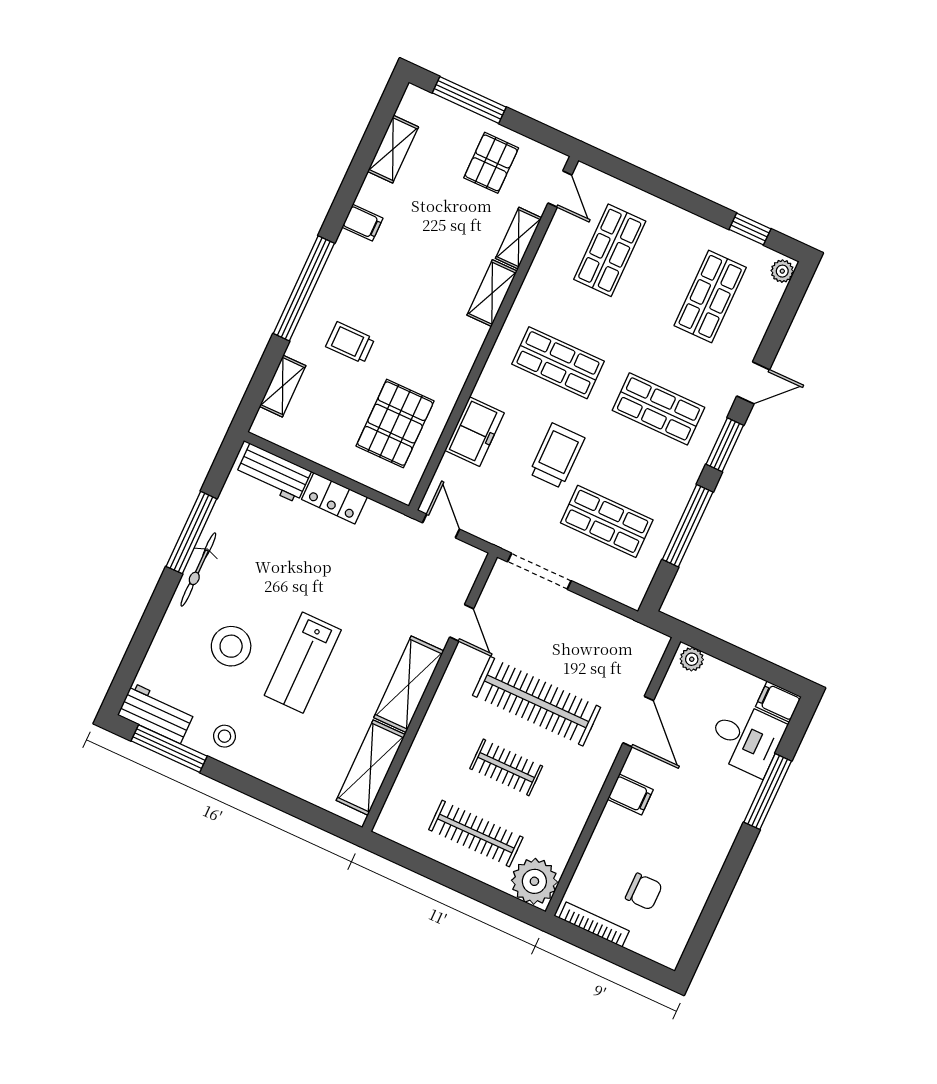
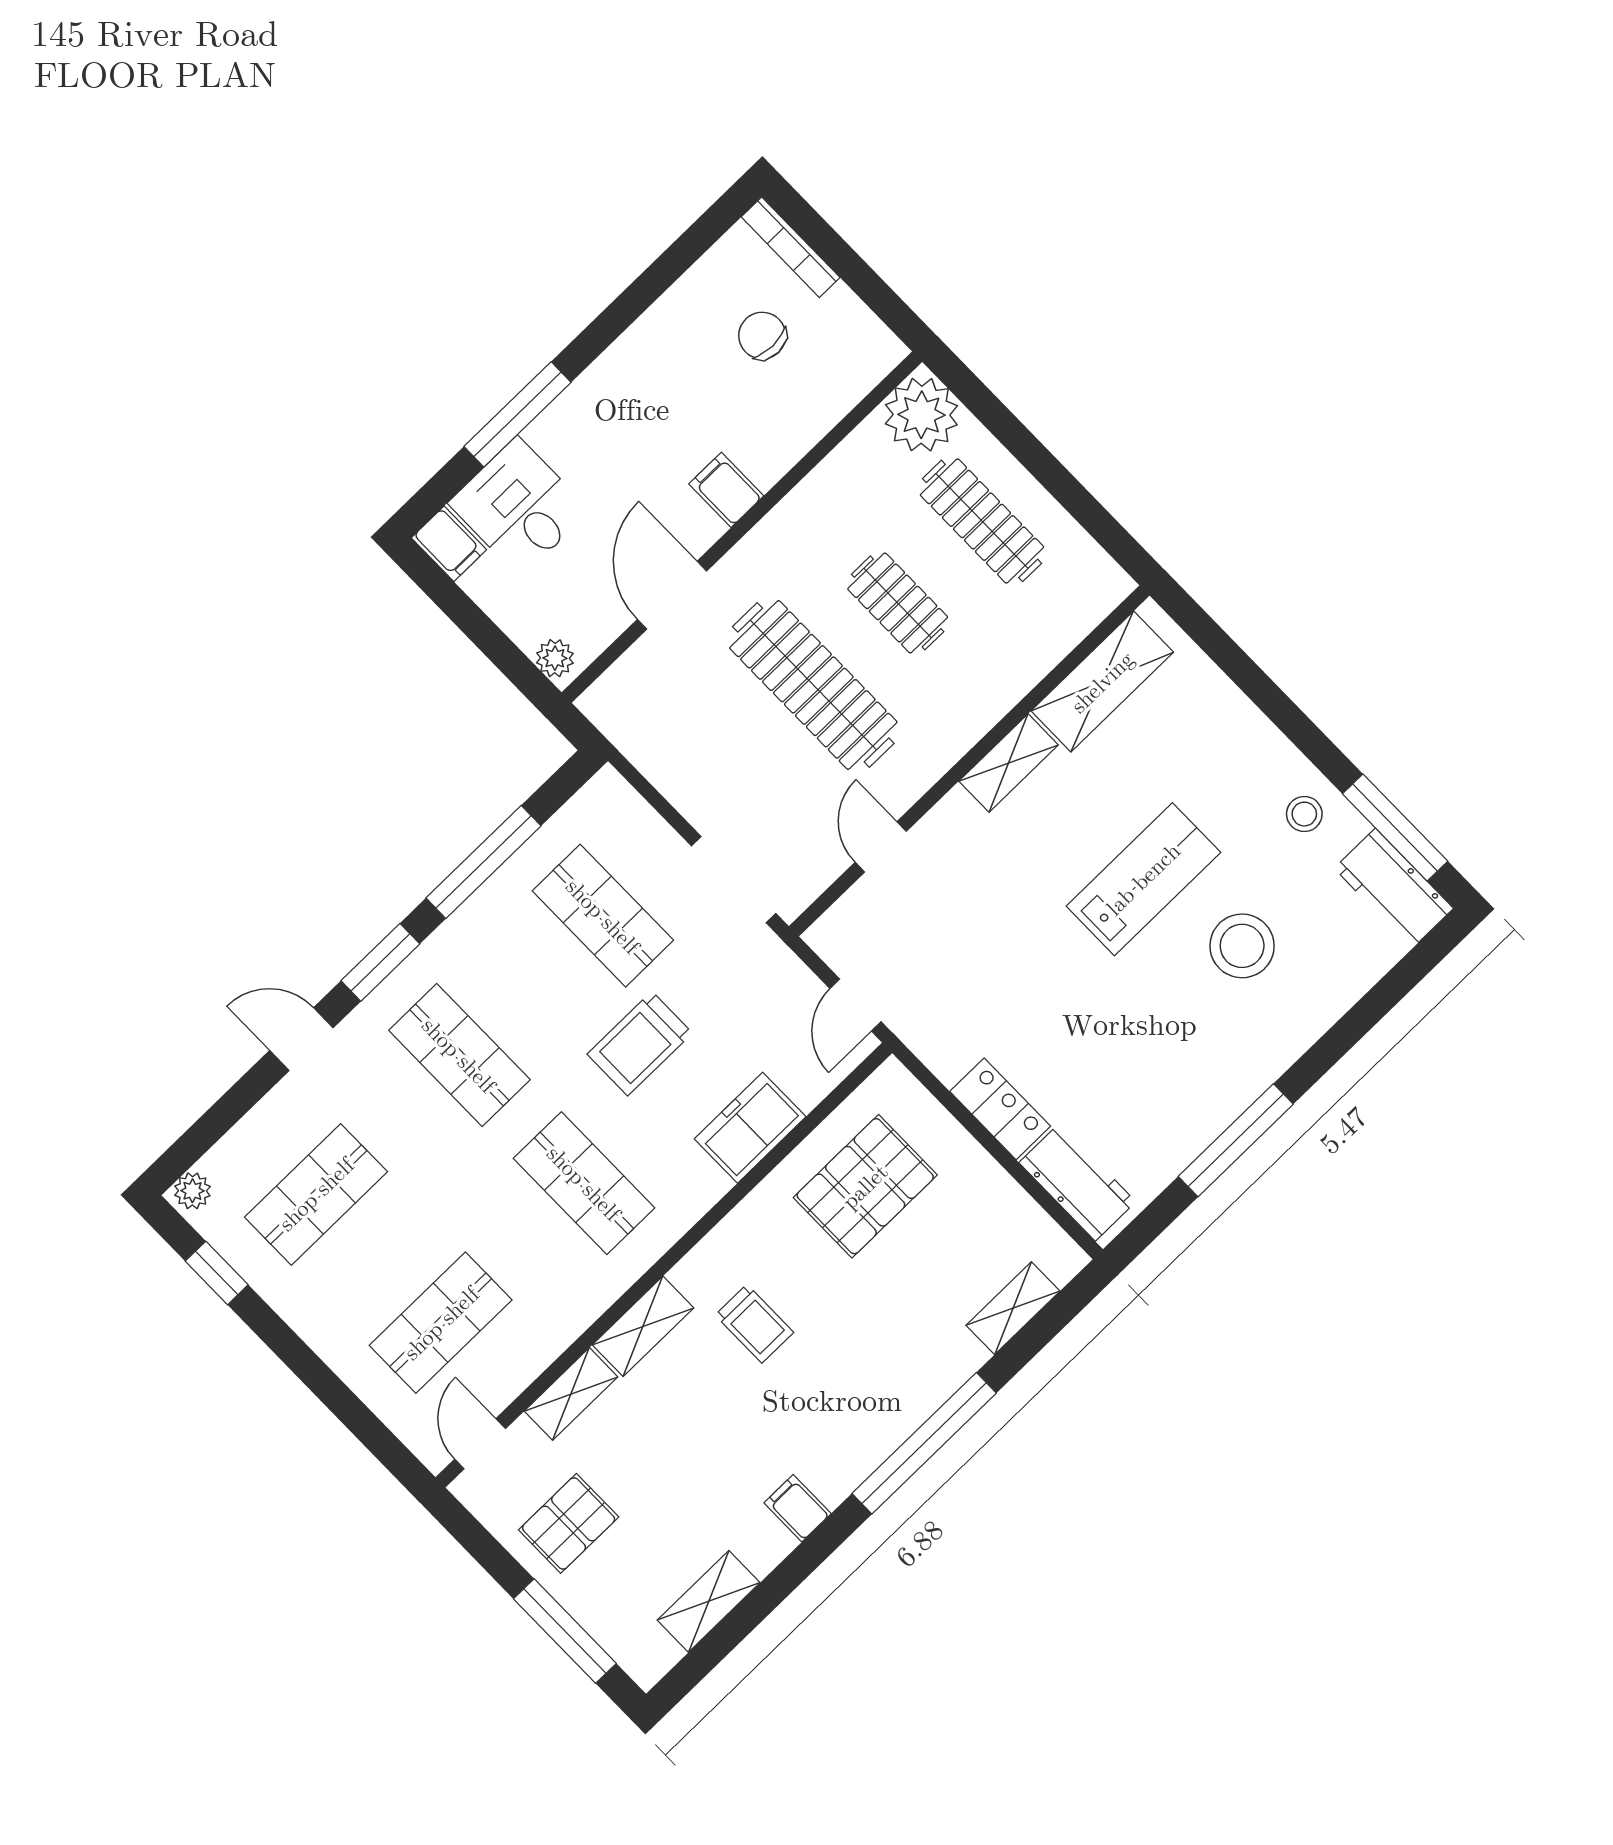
trolley: (350, 343) -> (754, 1324), moved
bicycle: (198, 570) -> (1247, 1080), removed
shelving: (409, 684) -> (1009, 763), width x0.67, depth x0.75
bookcase: (594, 924) -> (791, 247), moved

